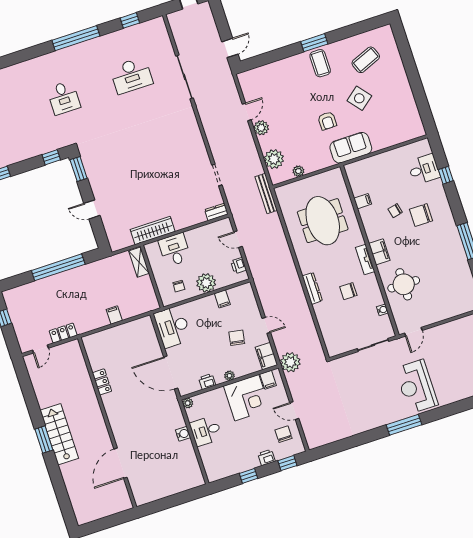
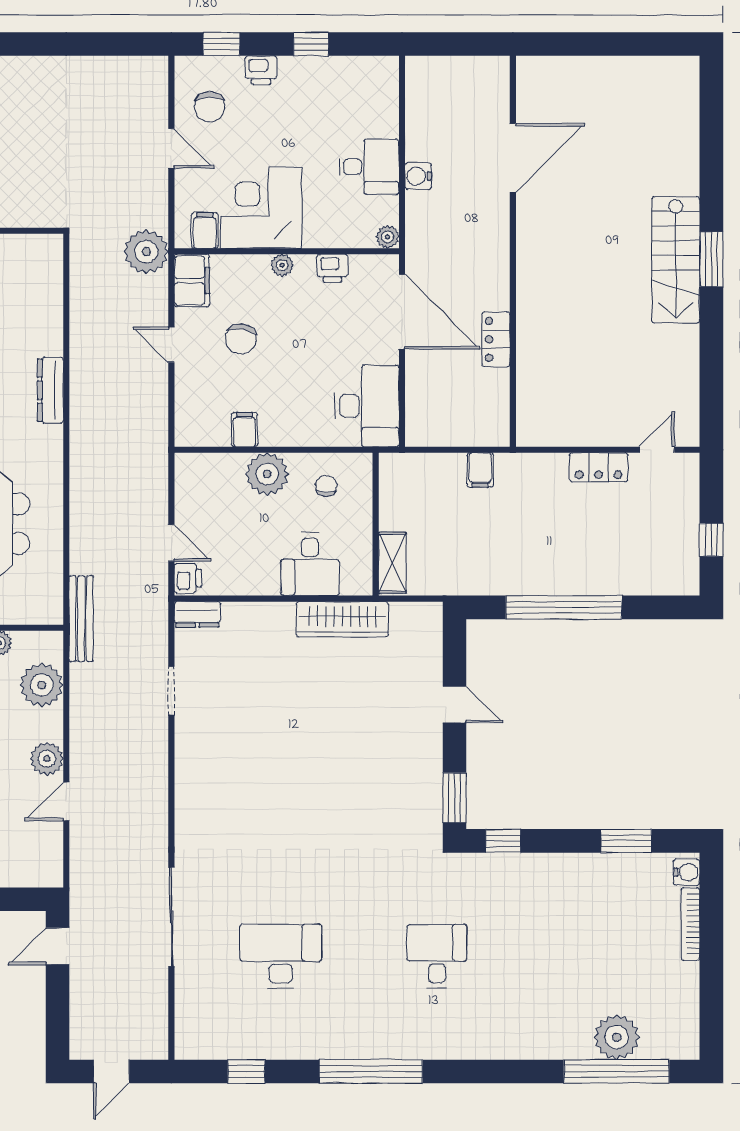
printer: (239, 266) -> (188, 578), moved
locker: (102, 382) -> (496, 339), moved
wall: (107, 423) -> (513, 251), moved
door: (121, 463) -> (513, 158), moved

